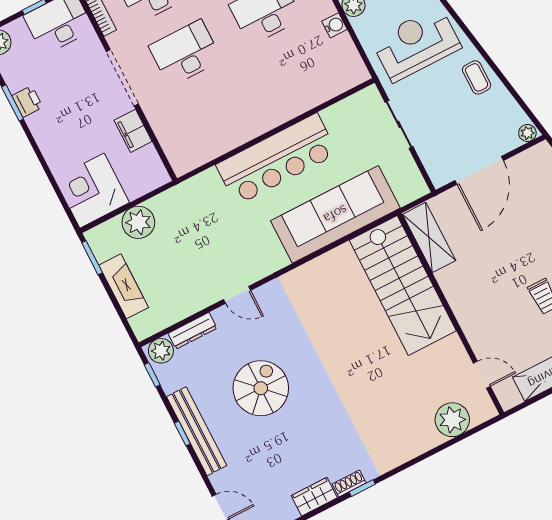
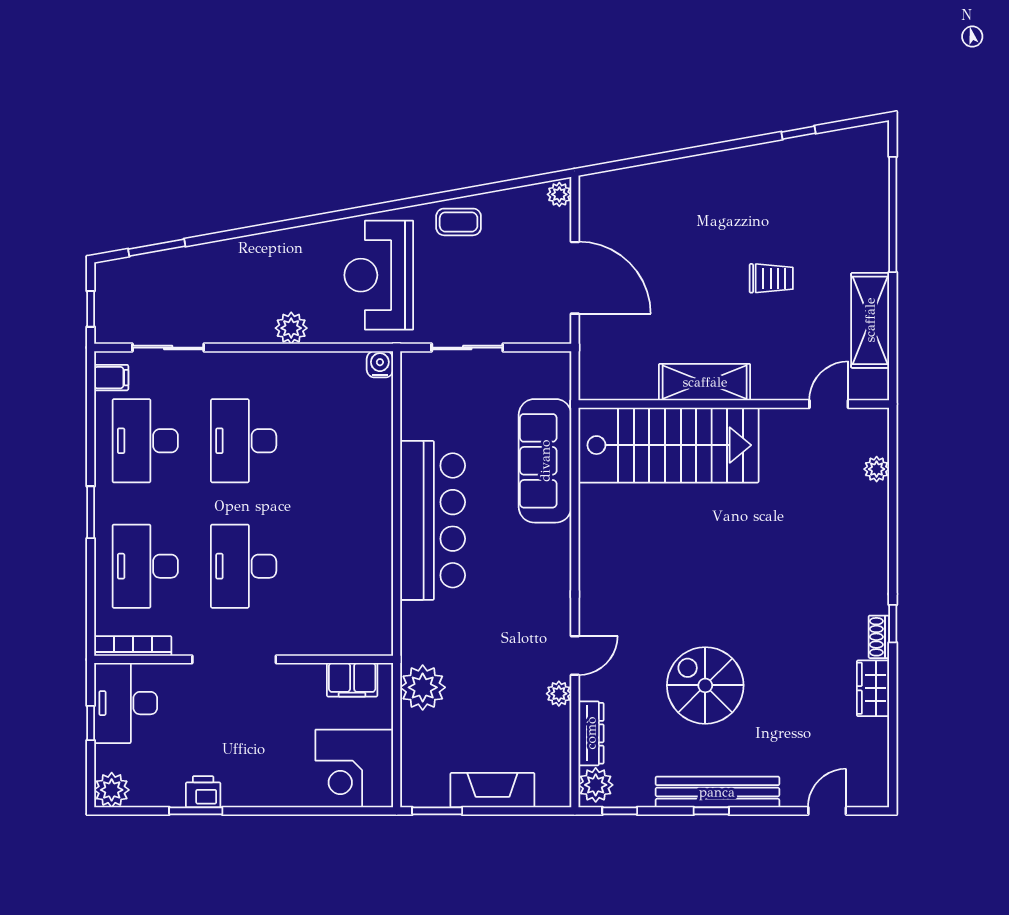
water cooler: (335, 25) -> (380, 364), moved
filing cabinet: (133, 131) -> (352, 680), moved
sofa: (335, 214) -> (545, 461), width x0.74, depth x0.79
plant: (138, 222) -> (423, 687), moved
shelving: (429, 237) -> (705, 382), moved
plant: (207, 297) -> (559, 694), added
plant: (452, 420) -> (877, 469), width x0.53, depth x0.53

